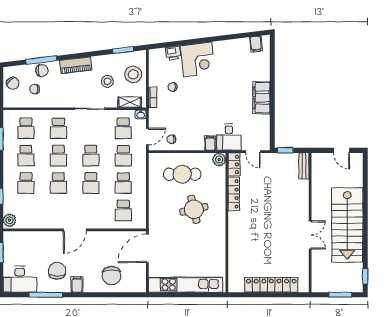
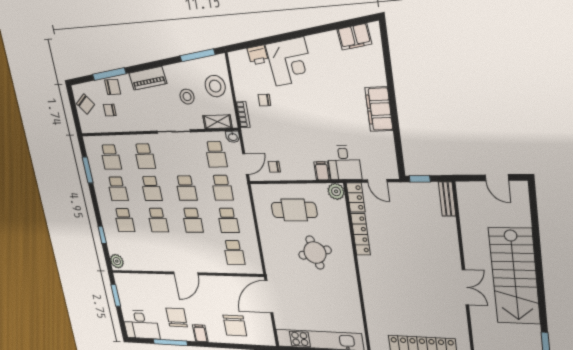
filing cabinet: (256, 44) -> (354, 37), width x2.00
window: (123, 50) -> (198, 55), width x1.44

